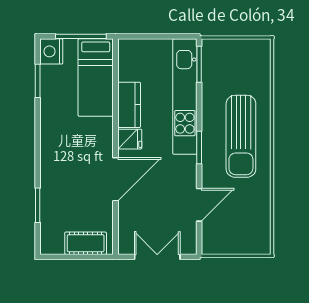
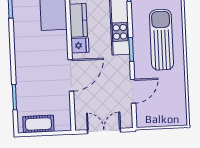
sun lounger: (241, 136) -> (161, 40), turned 180
cot: (86, 243) -> (38, 124), moved

